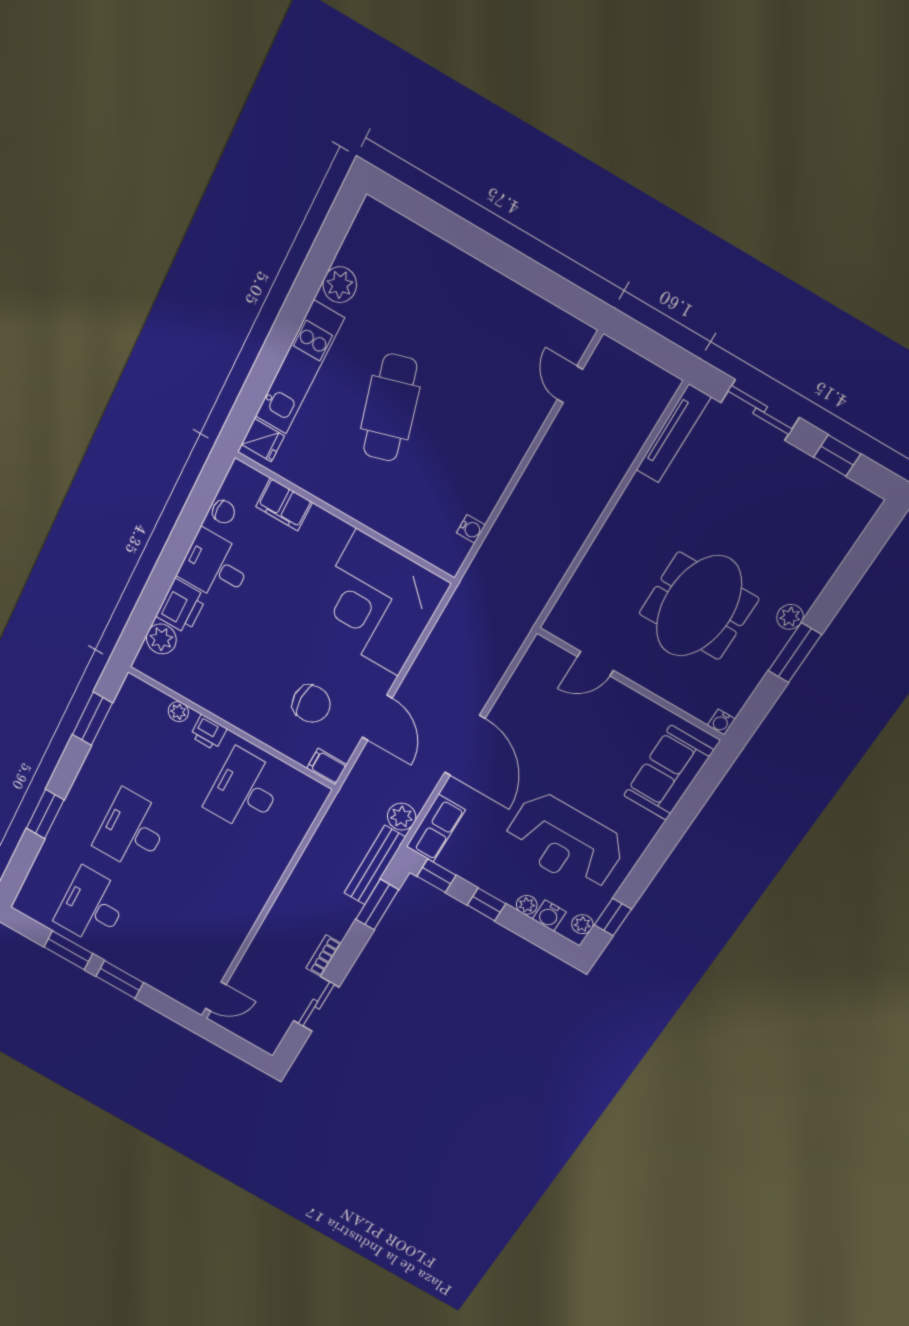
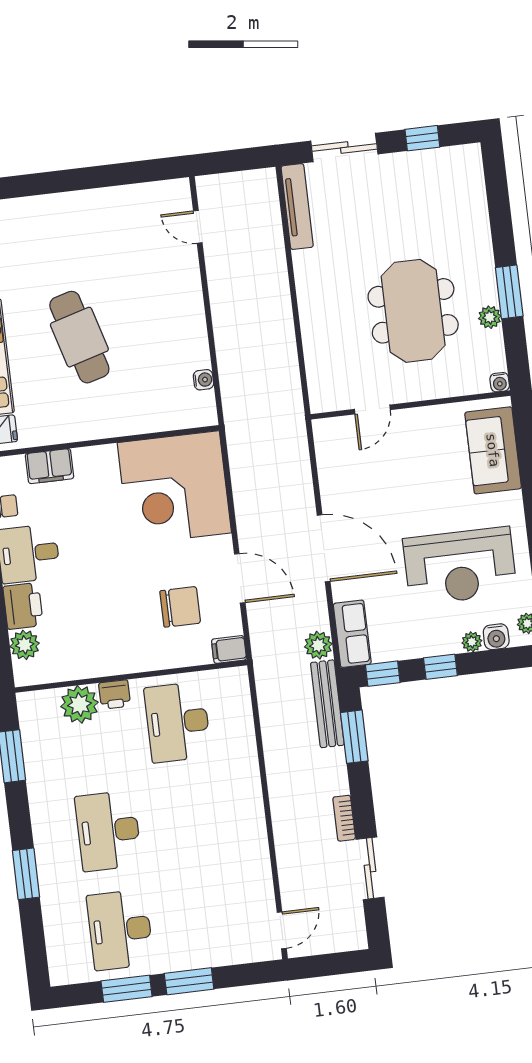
plant: (790, 617) -> (490, 317), moved
plant: (178, 712) -> (80, 704), width x1.88, depth x1.88

